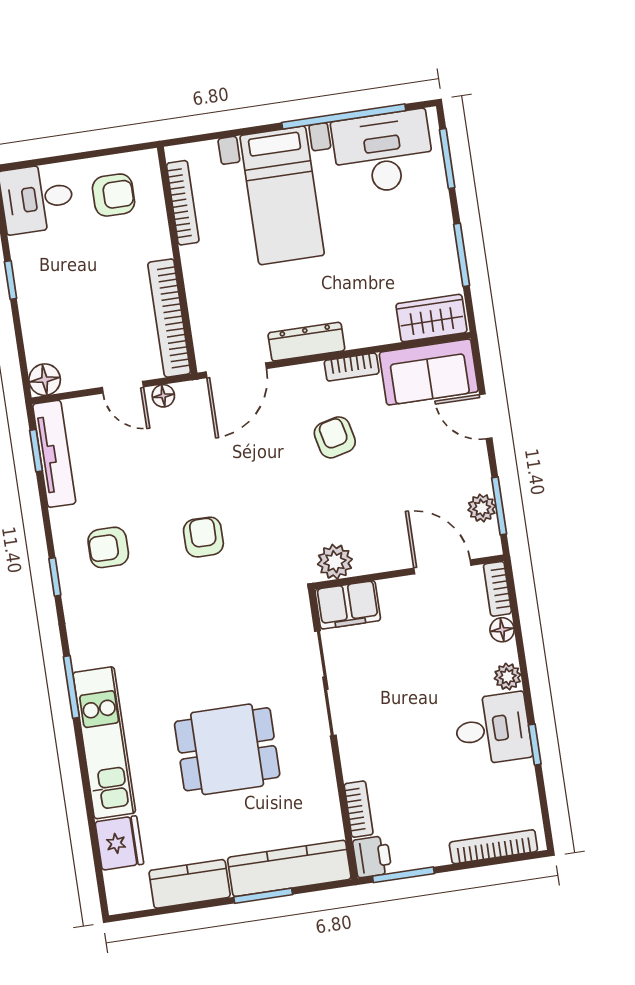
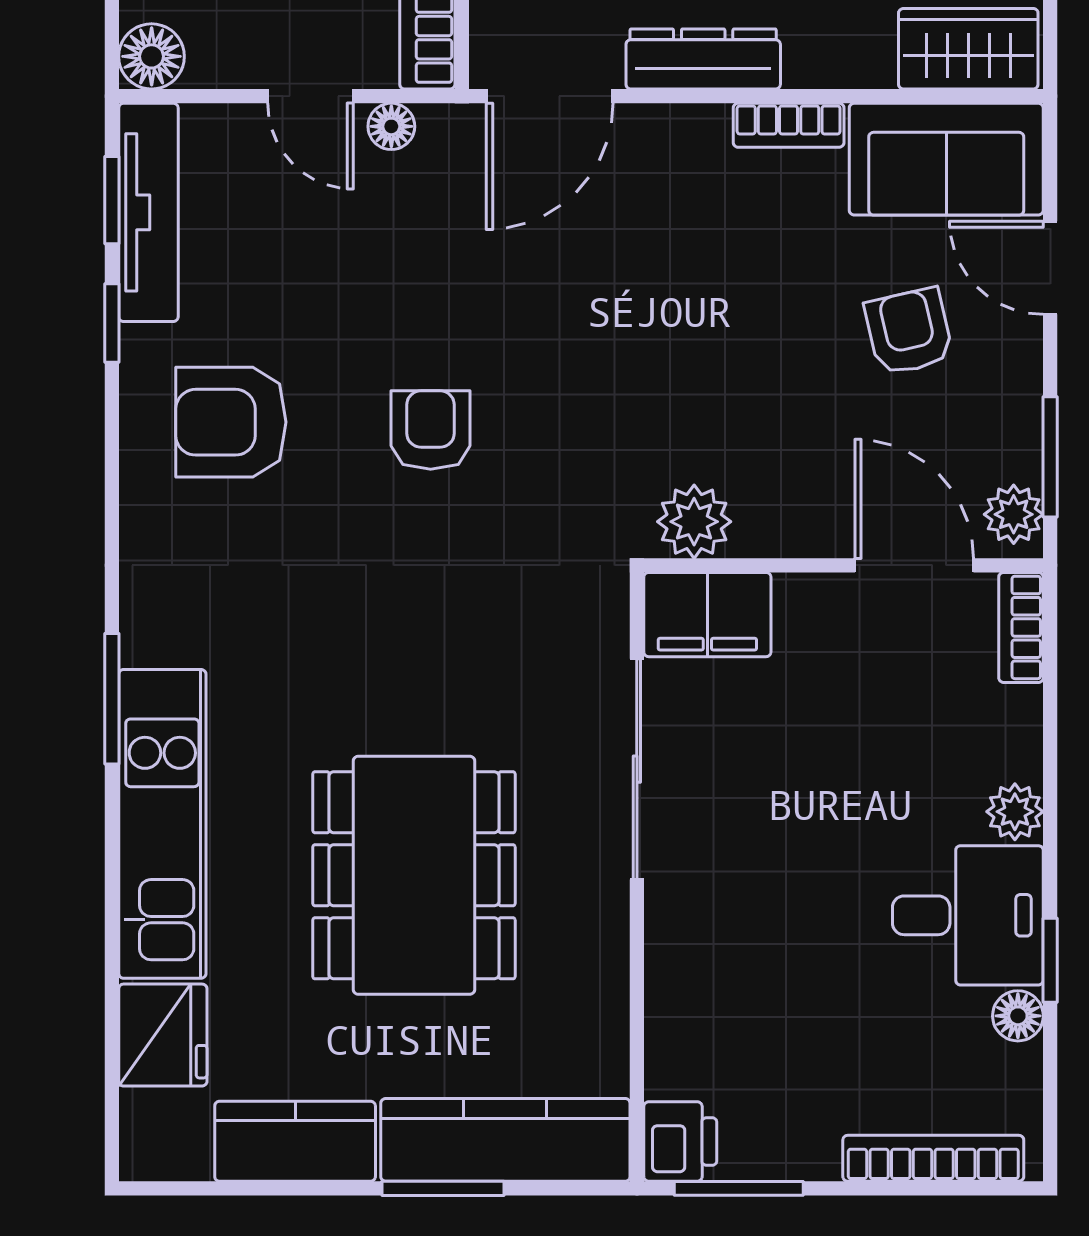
armchair: (335, 437) -> (909, 331), moved
plant: (482, 508) -> (1014, 514), moved
armchair: (108, 547) -> (231, 422), width x1.38, depth x1.38
window: (55, 577) -> (112, 323), moved
floor lamp: (502, 630) -> (1018, 1016), moved
dining table: (227, 749) -> (414, 875), width x1.38
bookcase: (359, 809) -> (667, 1039), removed

